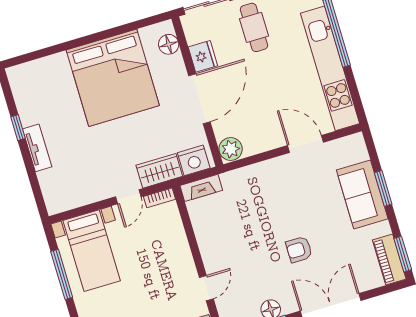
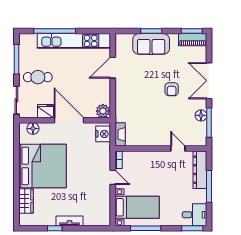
wardrobe: (159, 171) -> (26, 201), moved, turned 180

